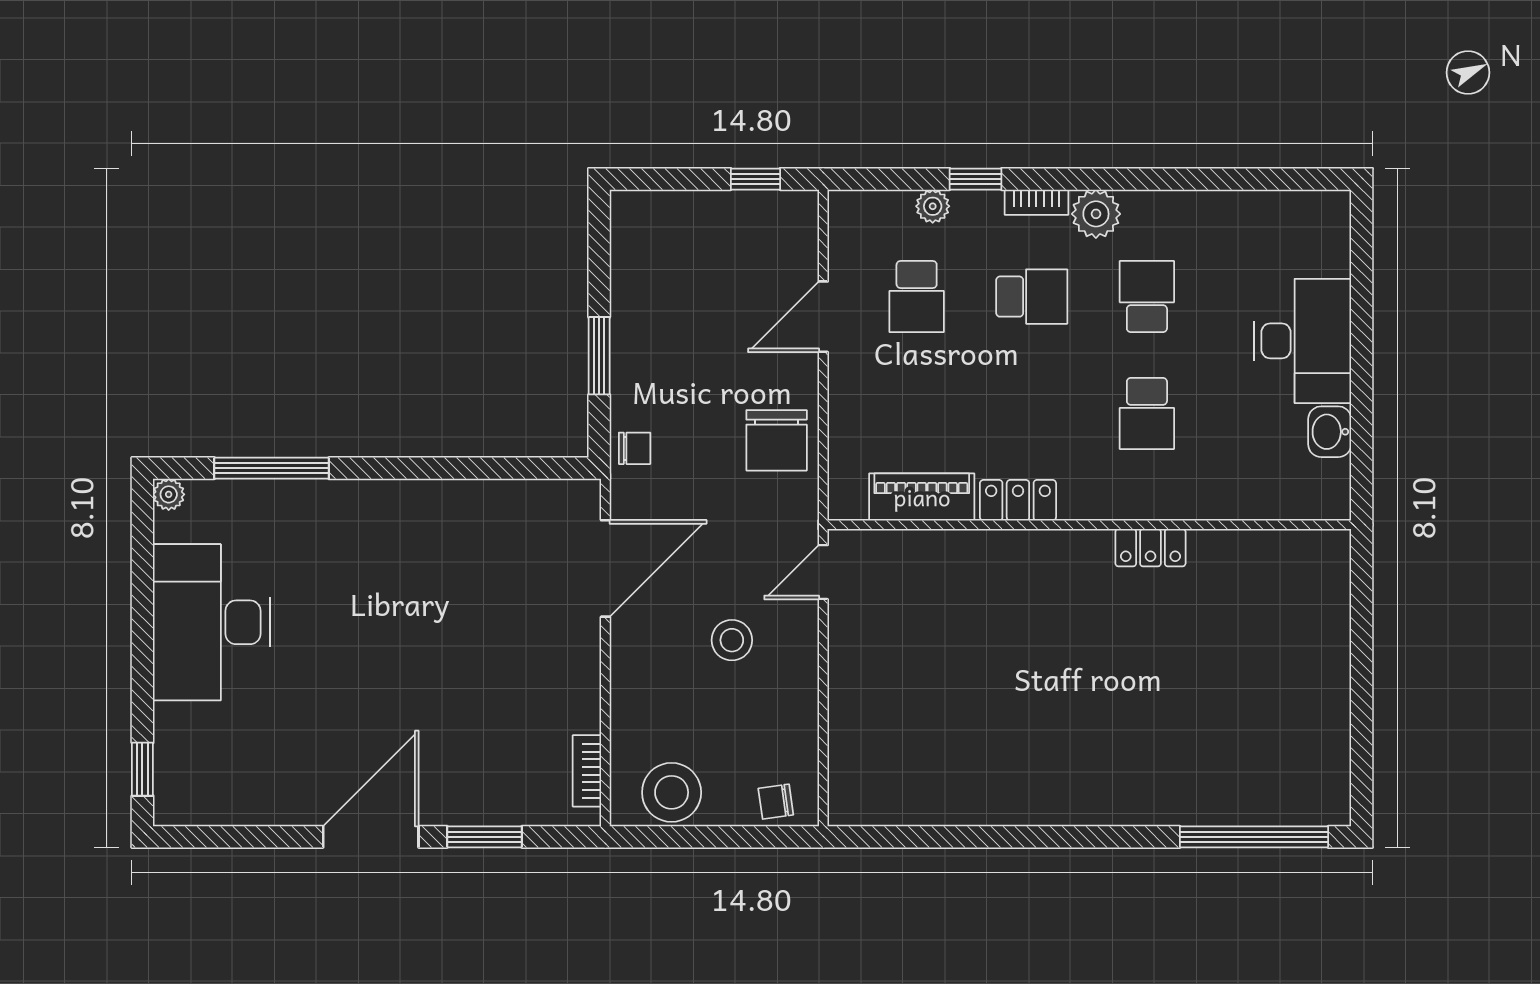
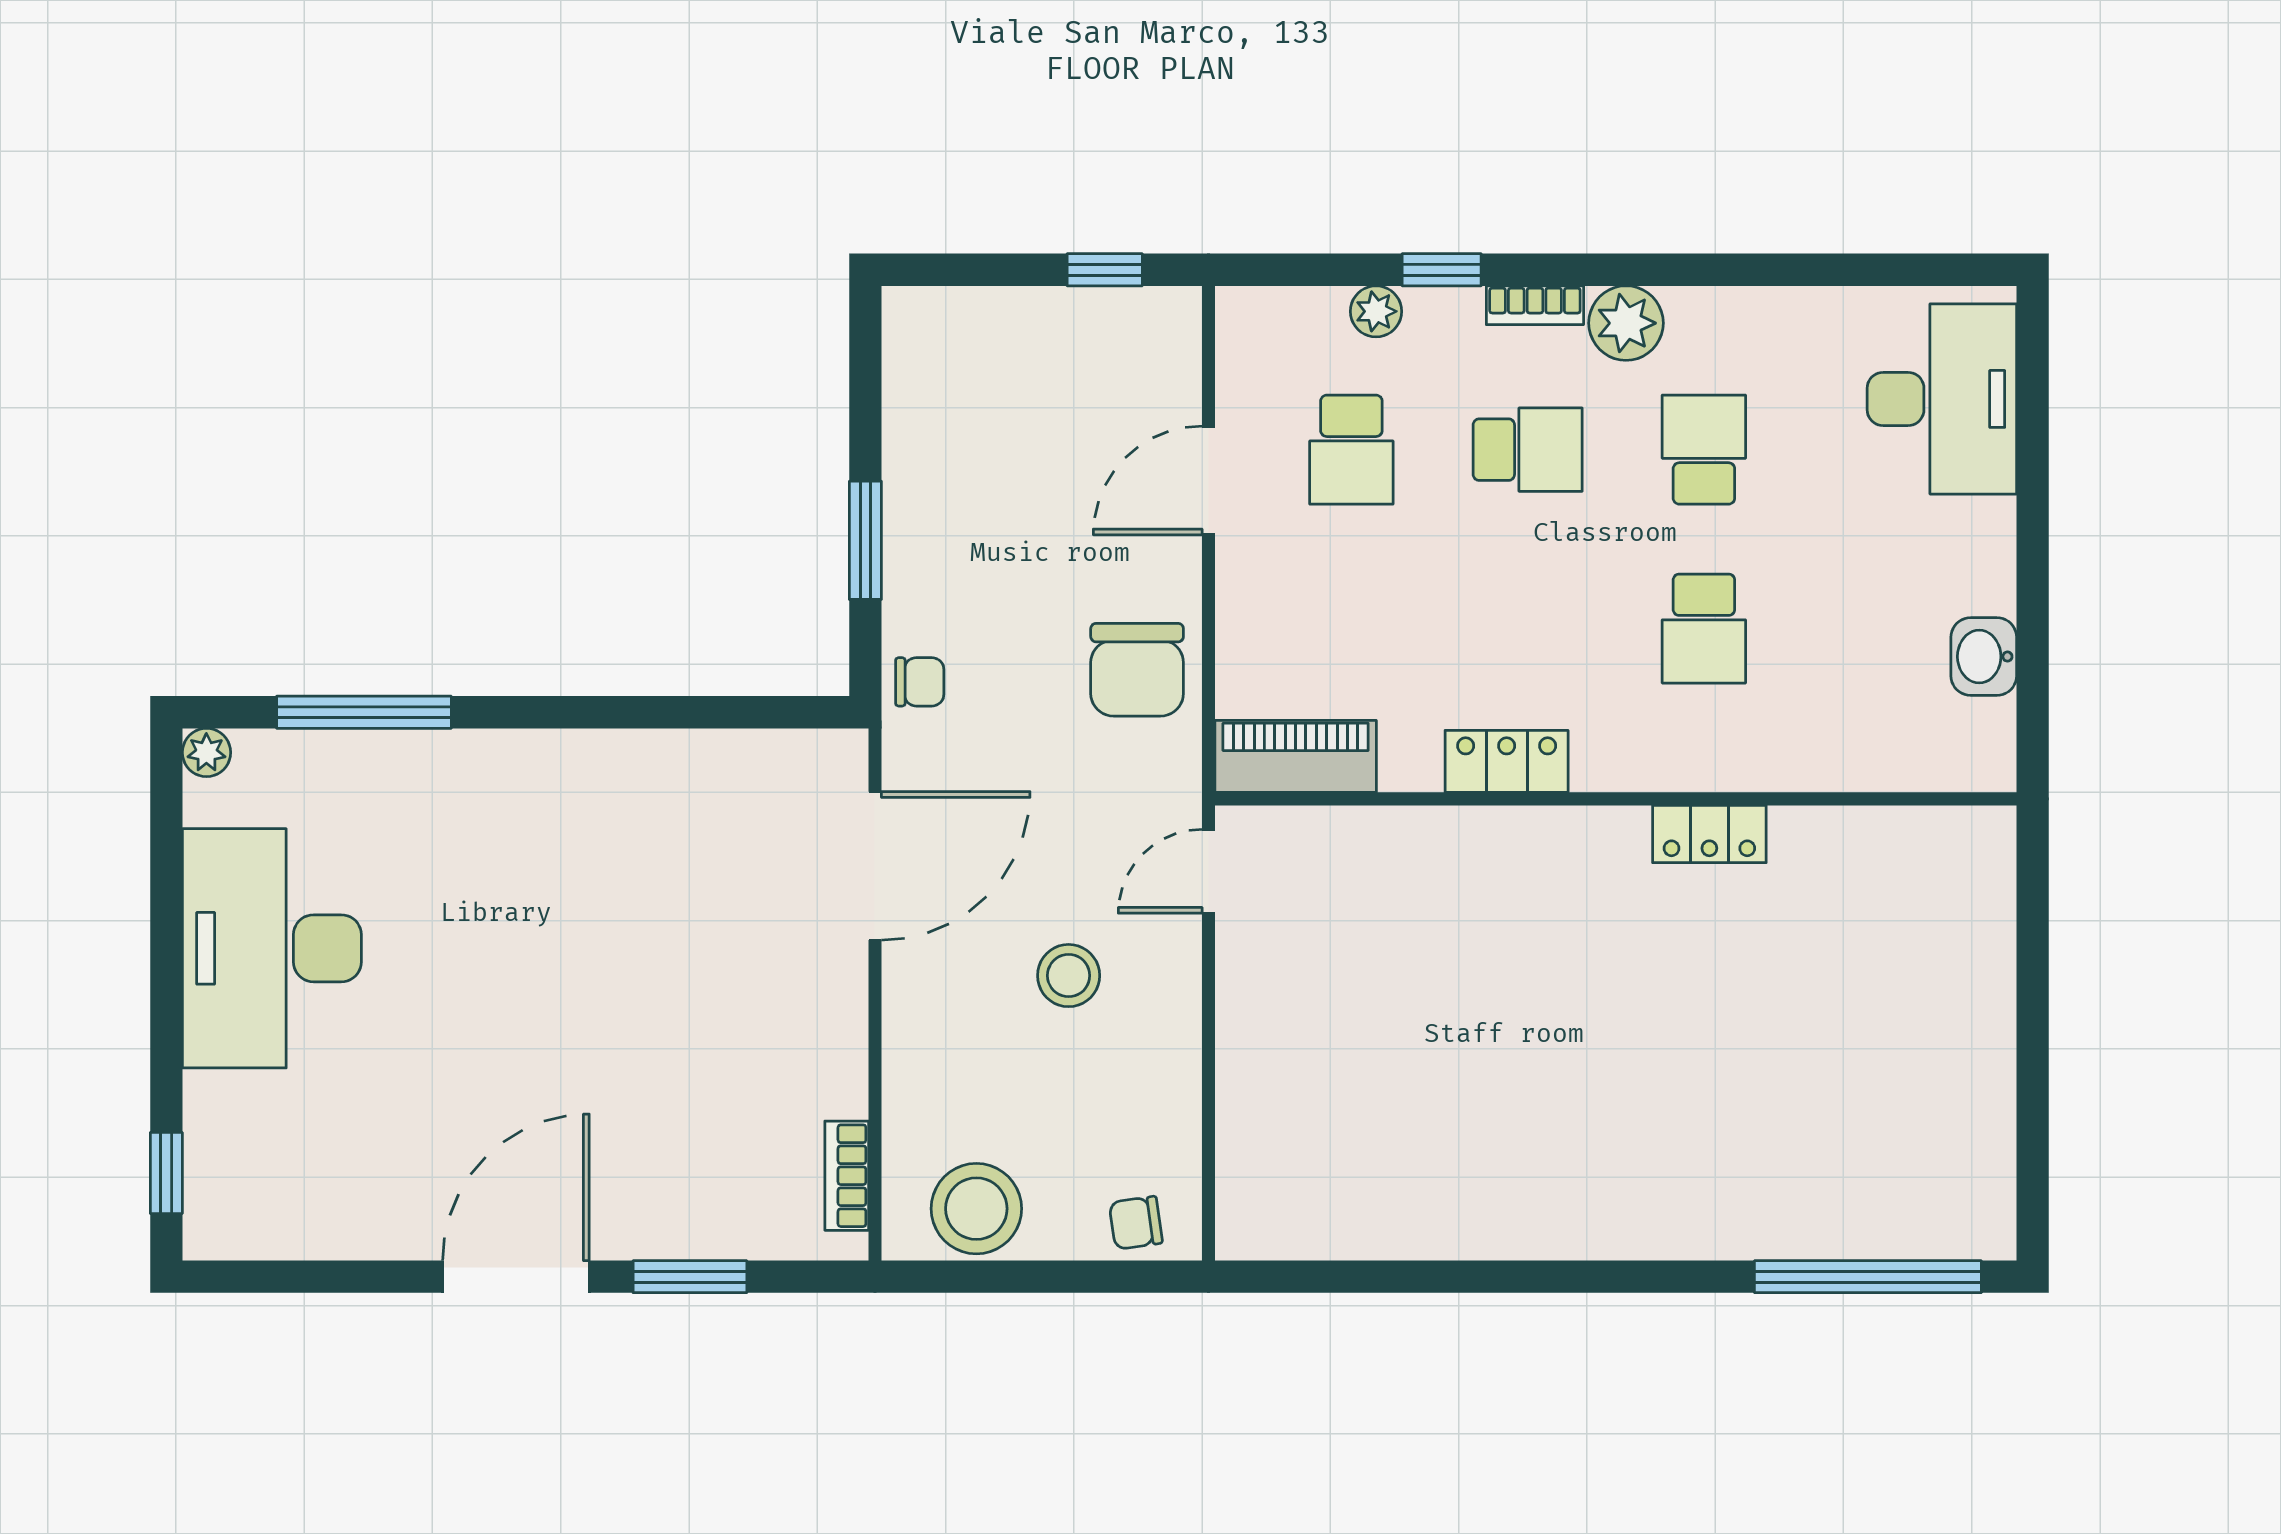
desk: (1302, 341) -> (1942, 399), moved
piano: (922, 497) -> (1296, 756), moved

